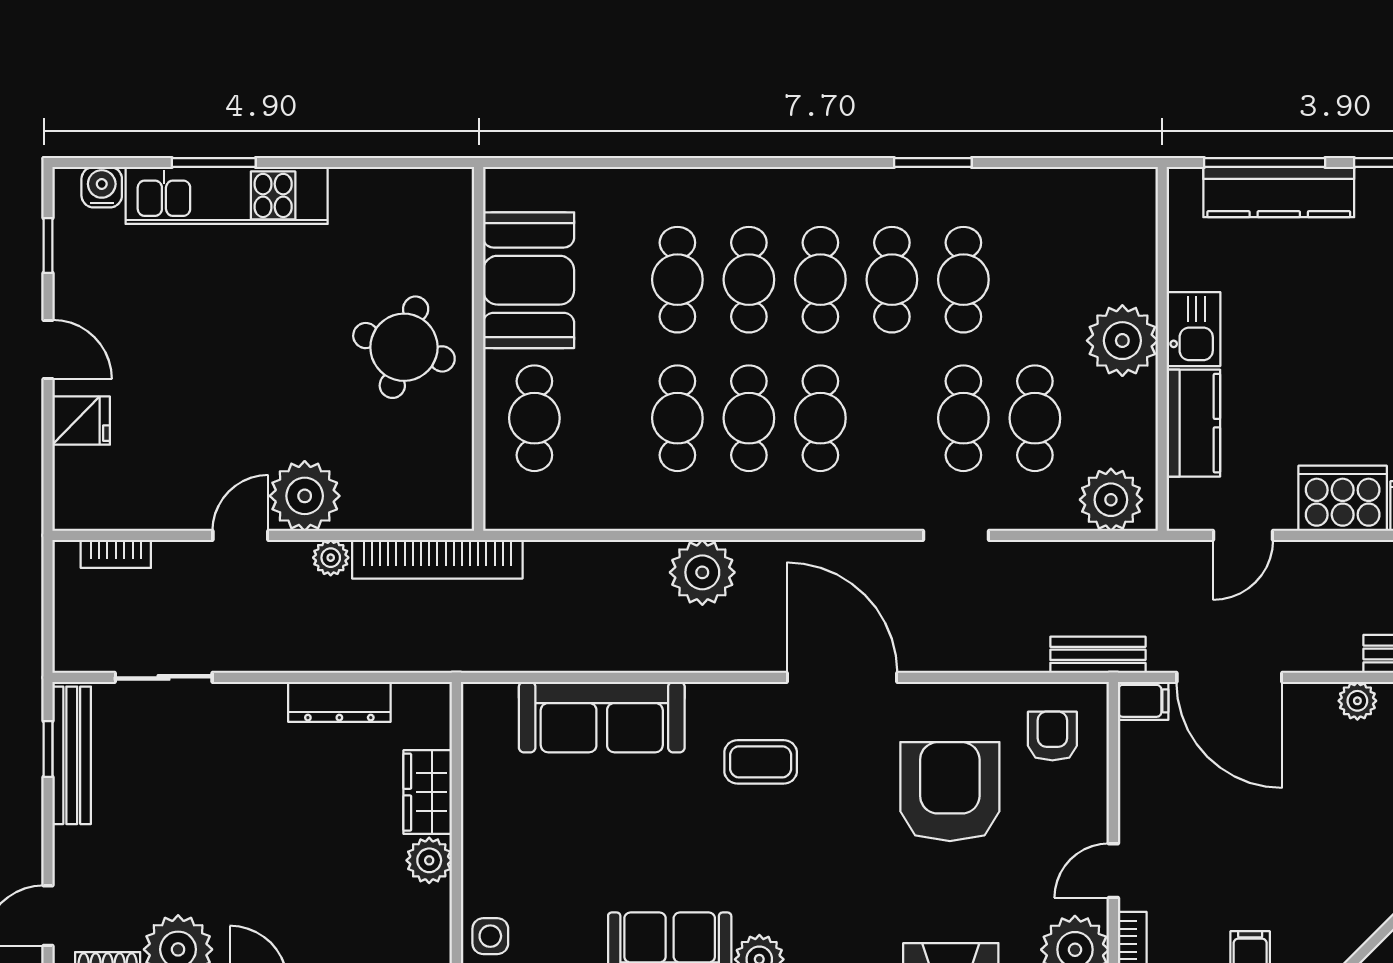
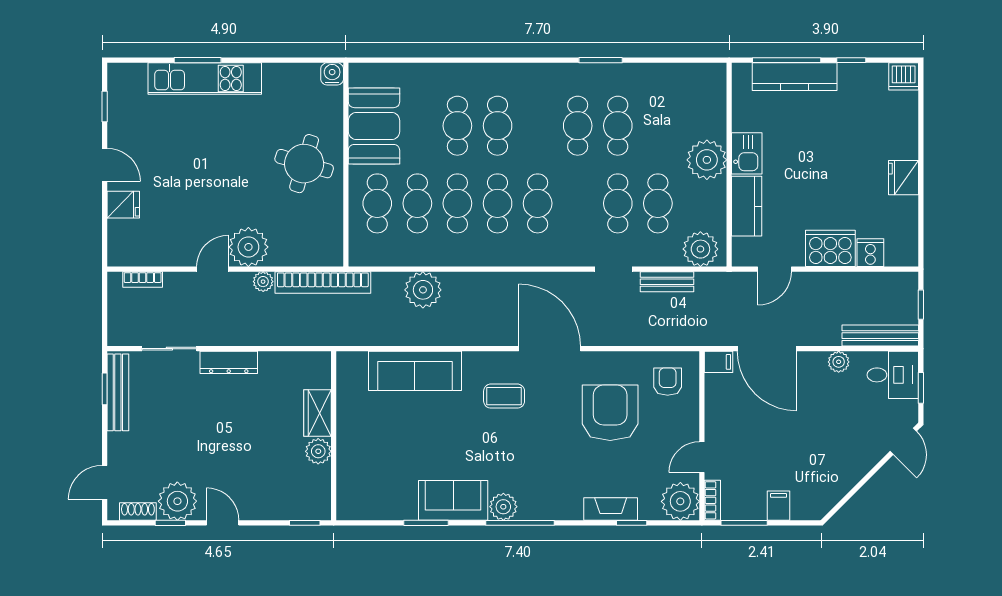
water cooler: (102, 187) -> (332, 74), moved
cafe table: (820, 280) -> (417, 203), moved
plant: (702, 572) -> (423, 290), moved
bench: (1098, 655) -> (667, 282), moved
dresser: (339, 702) -> (229, 362), moved
side table: (490, 936) -> (352, 494), removed

